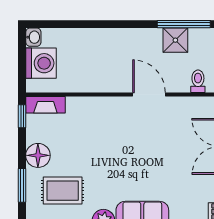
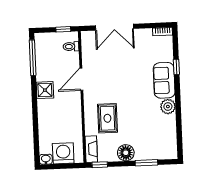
shower: (175, 40) -> (45, 90), moved
rug: (63, 191) -> (107, 118), moved

